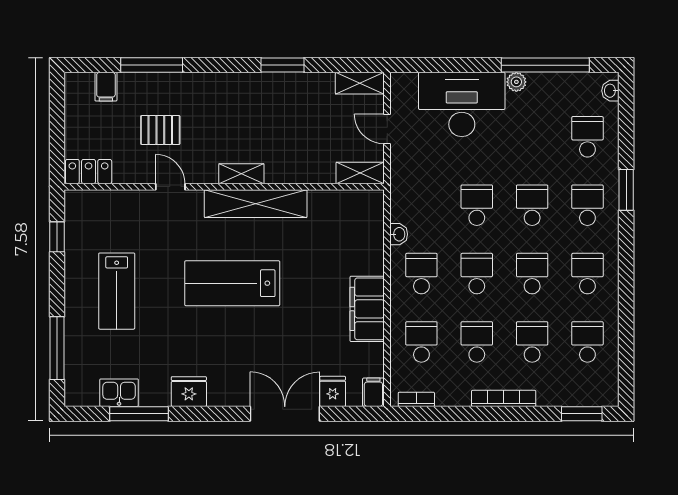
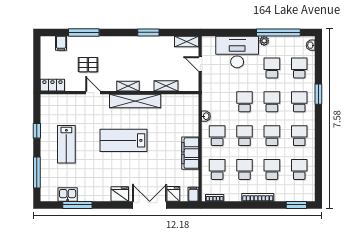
school desk: (532, 137) -> (272, 68), added
shelving: (360, 173) -> (166, 86), moved
window: (57, 237) -> (37, 131), moved
fridge: (189, 392) -> (120, 194), moved

